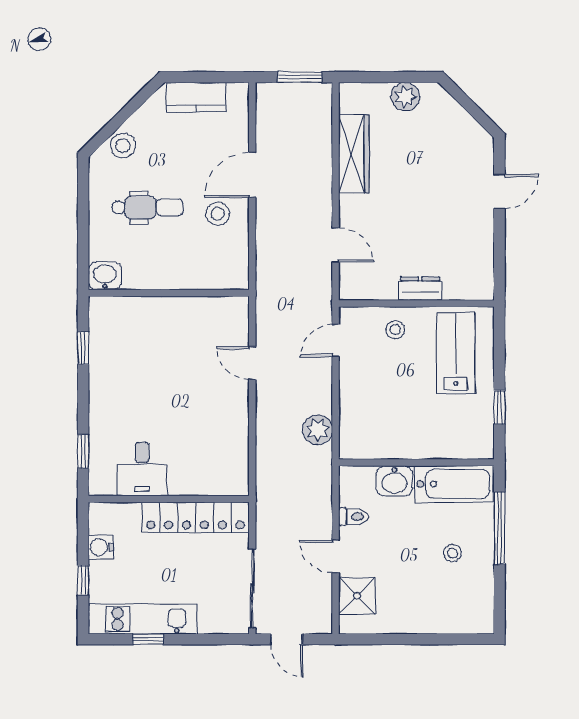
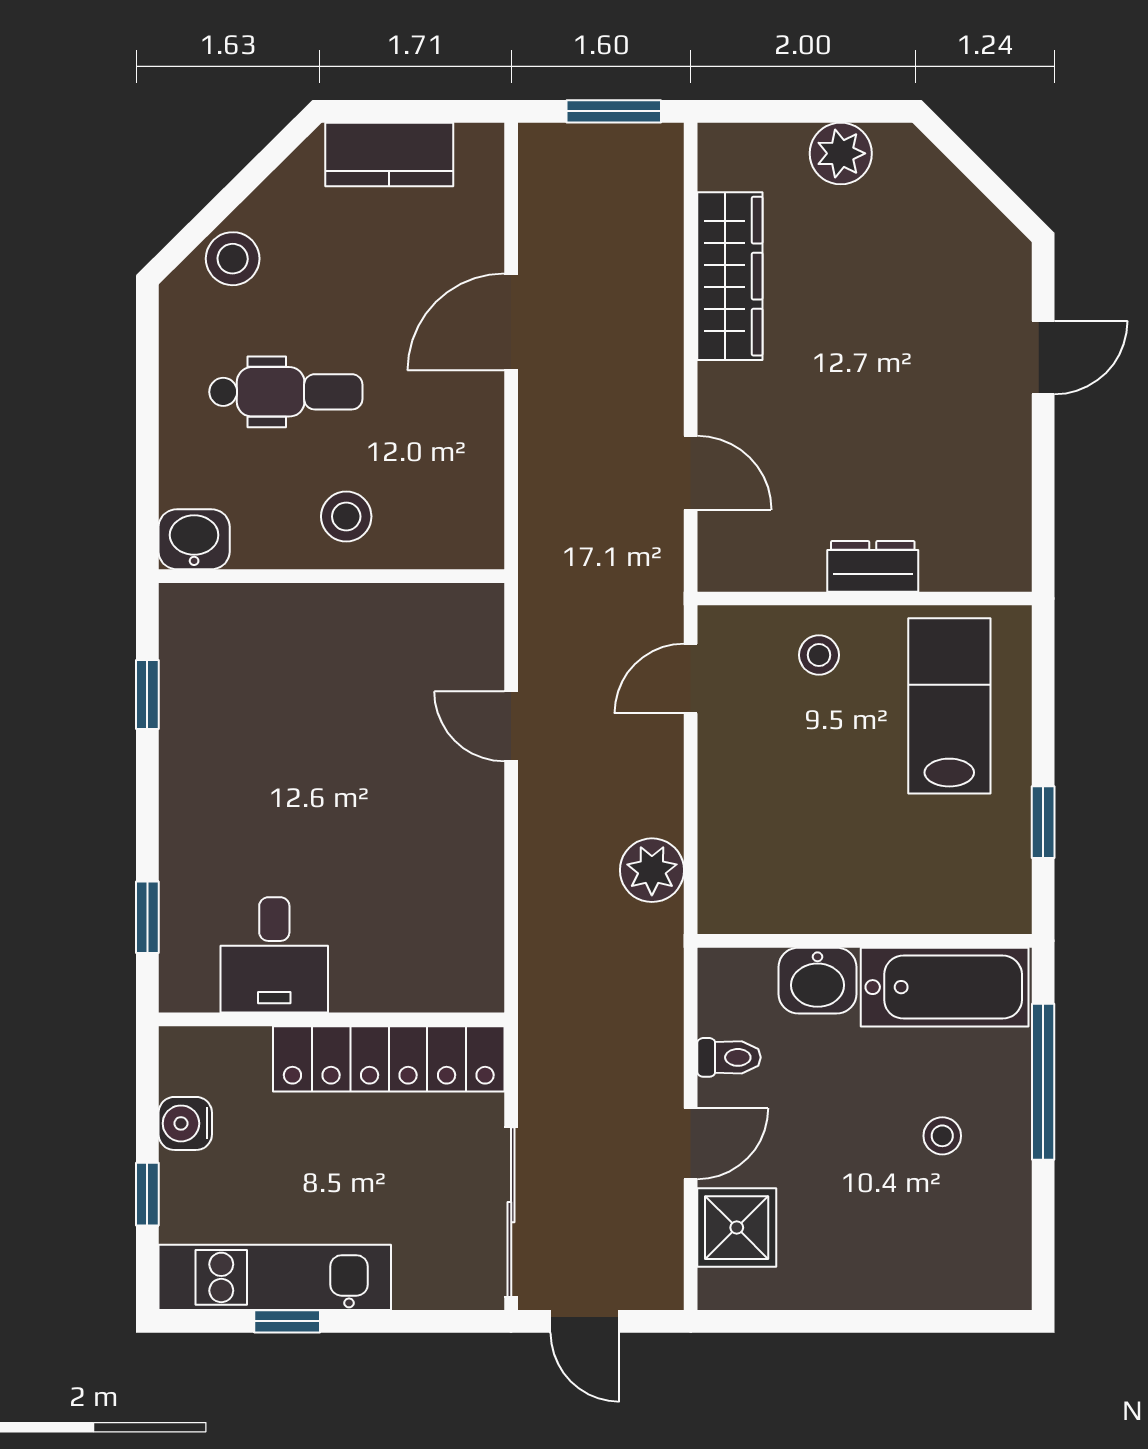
stool: (218, 214) -> (346, 516), moved
door: (336, 557) -> (691, 1144), swing flipped

